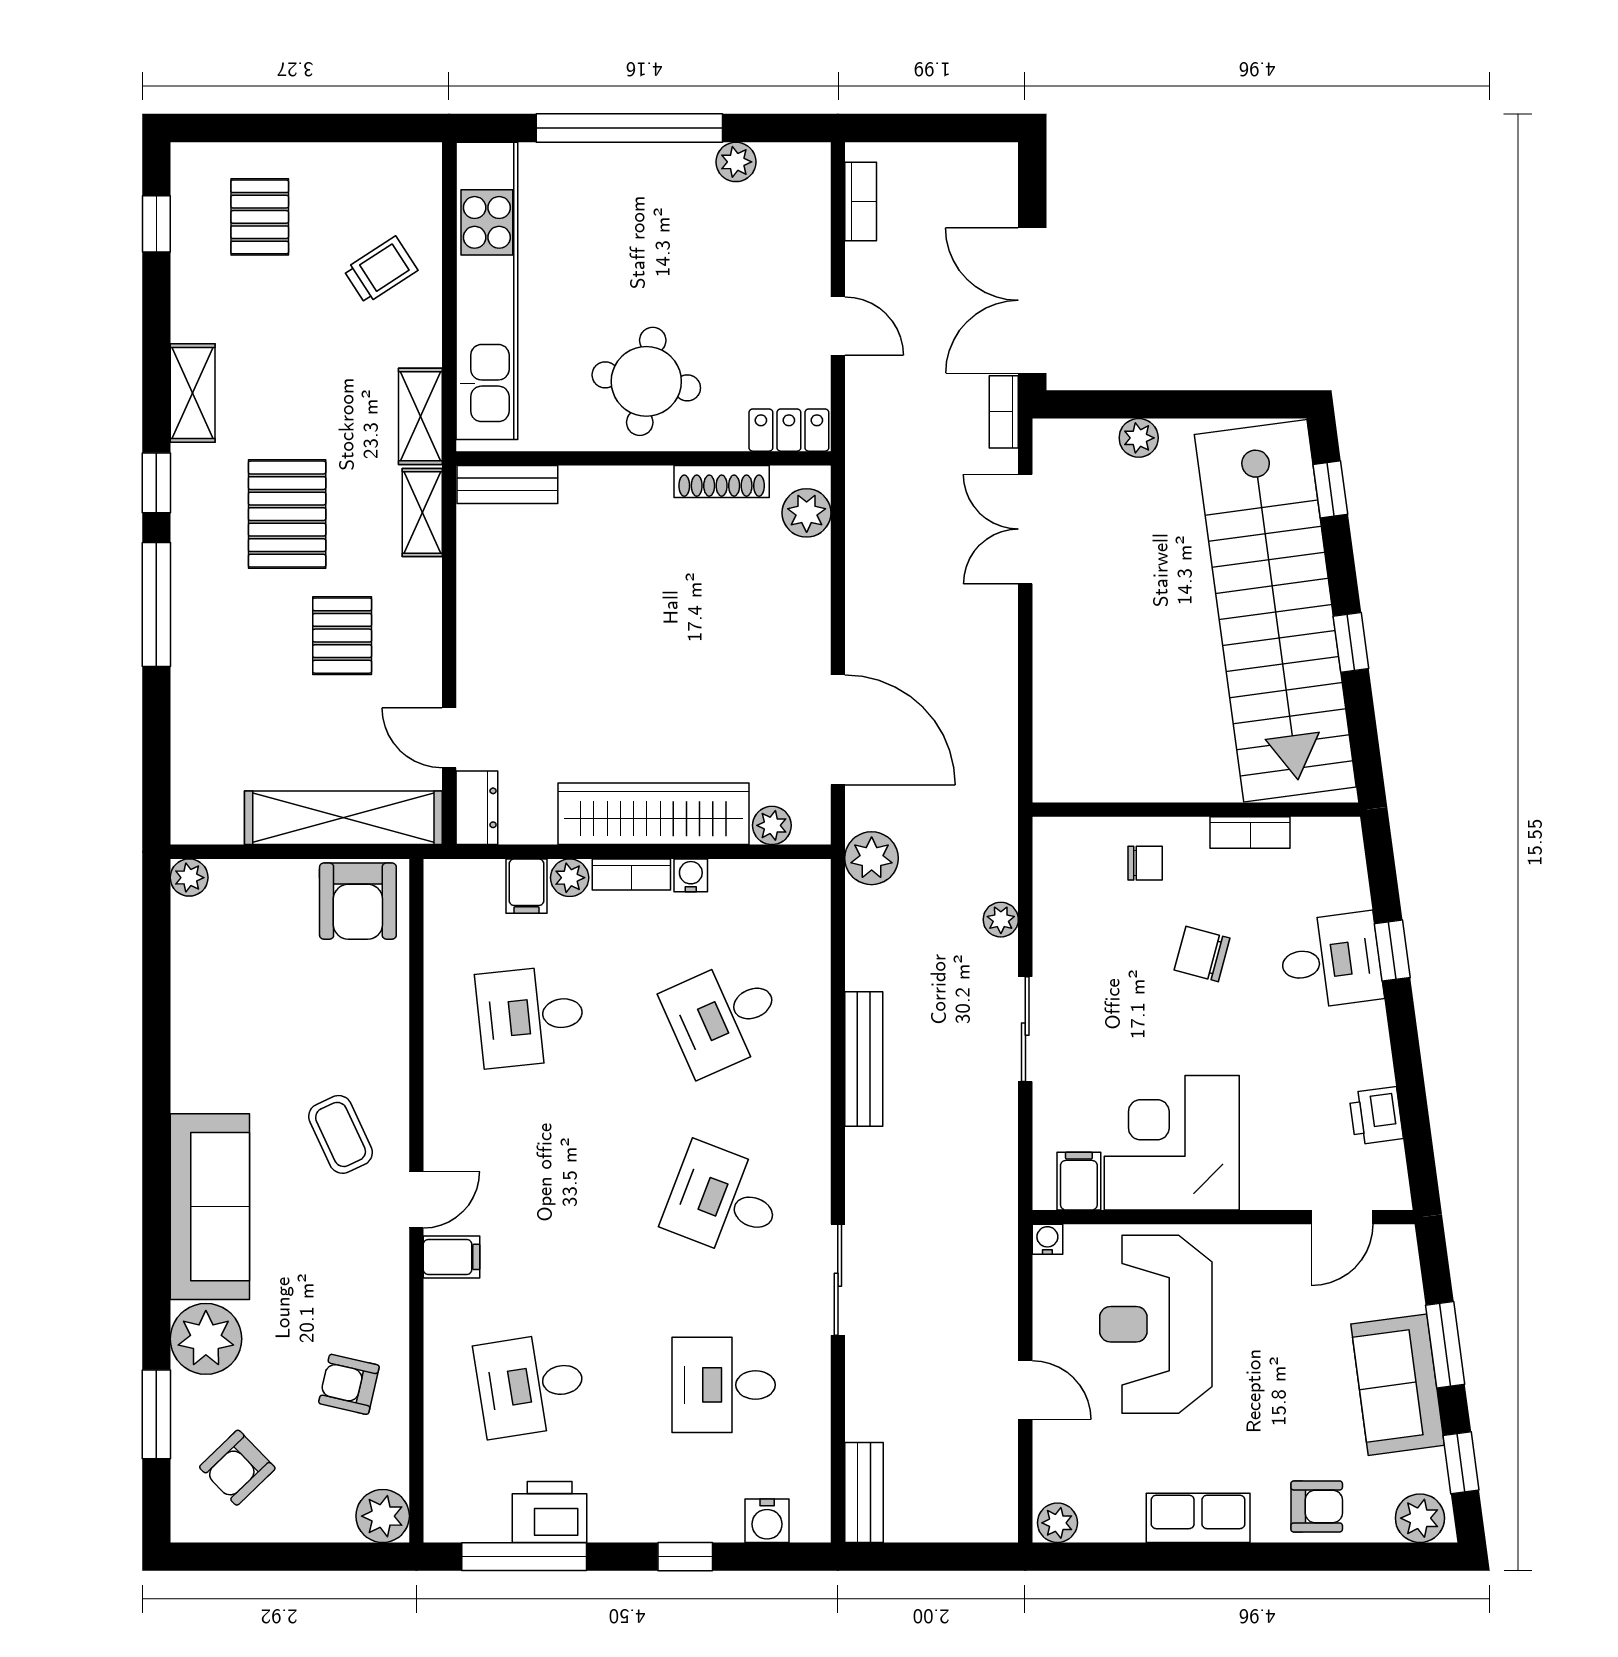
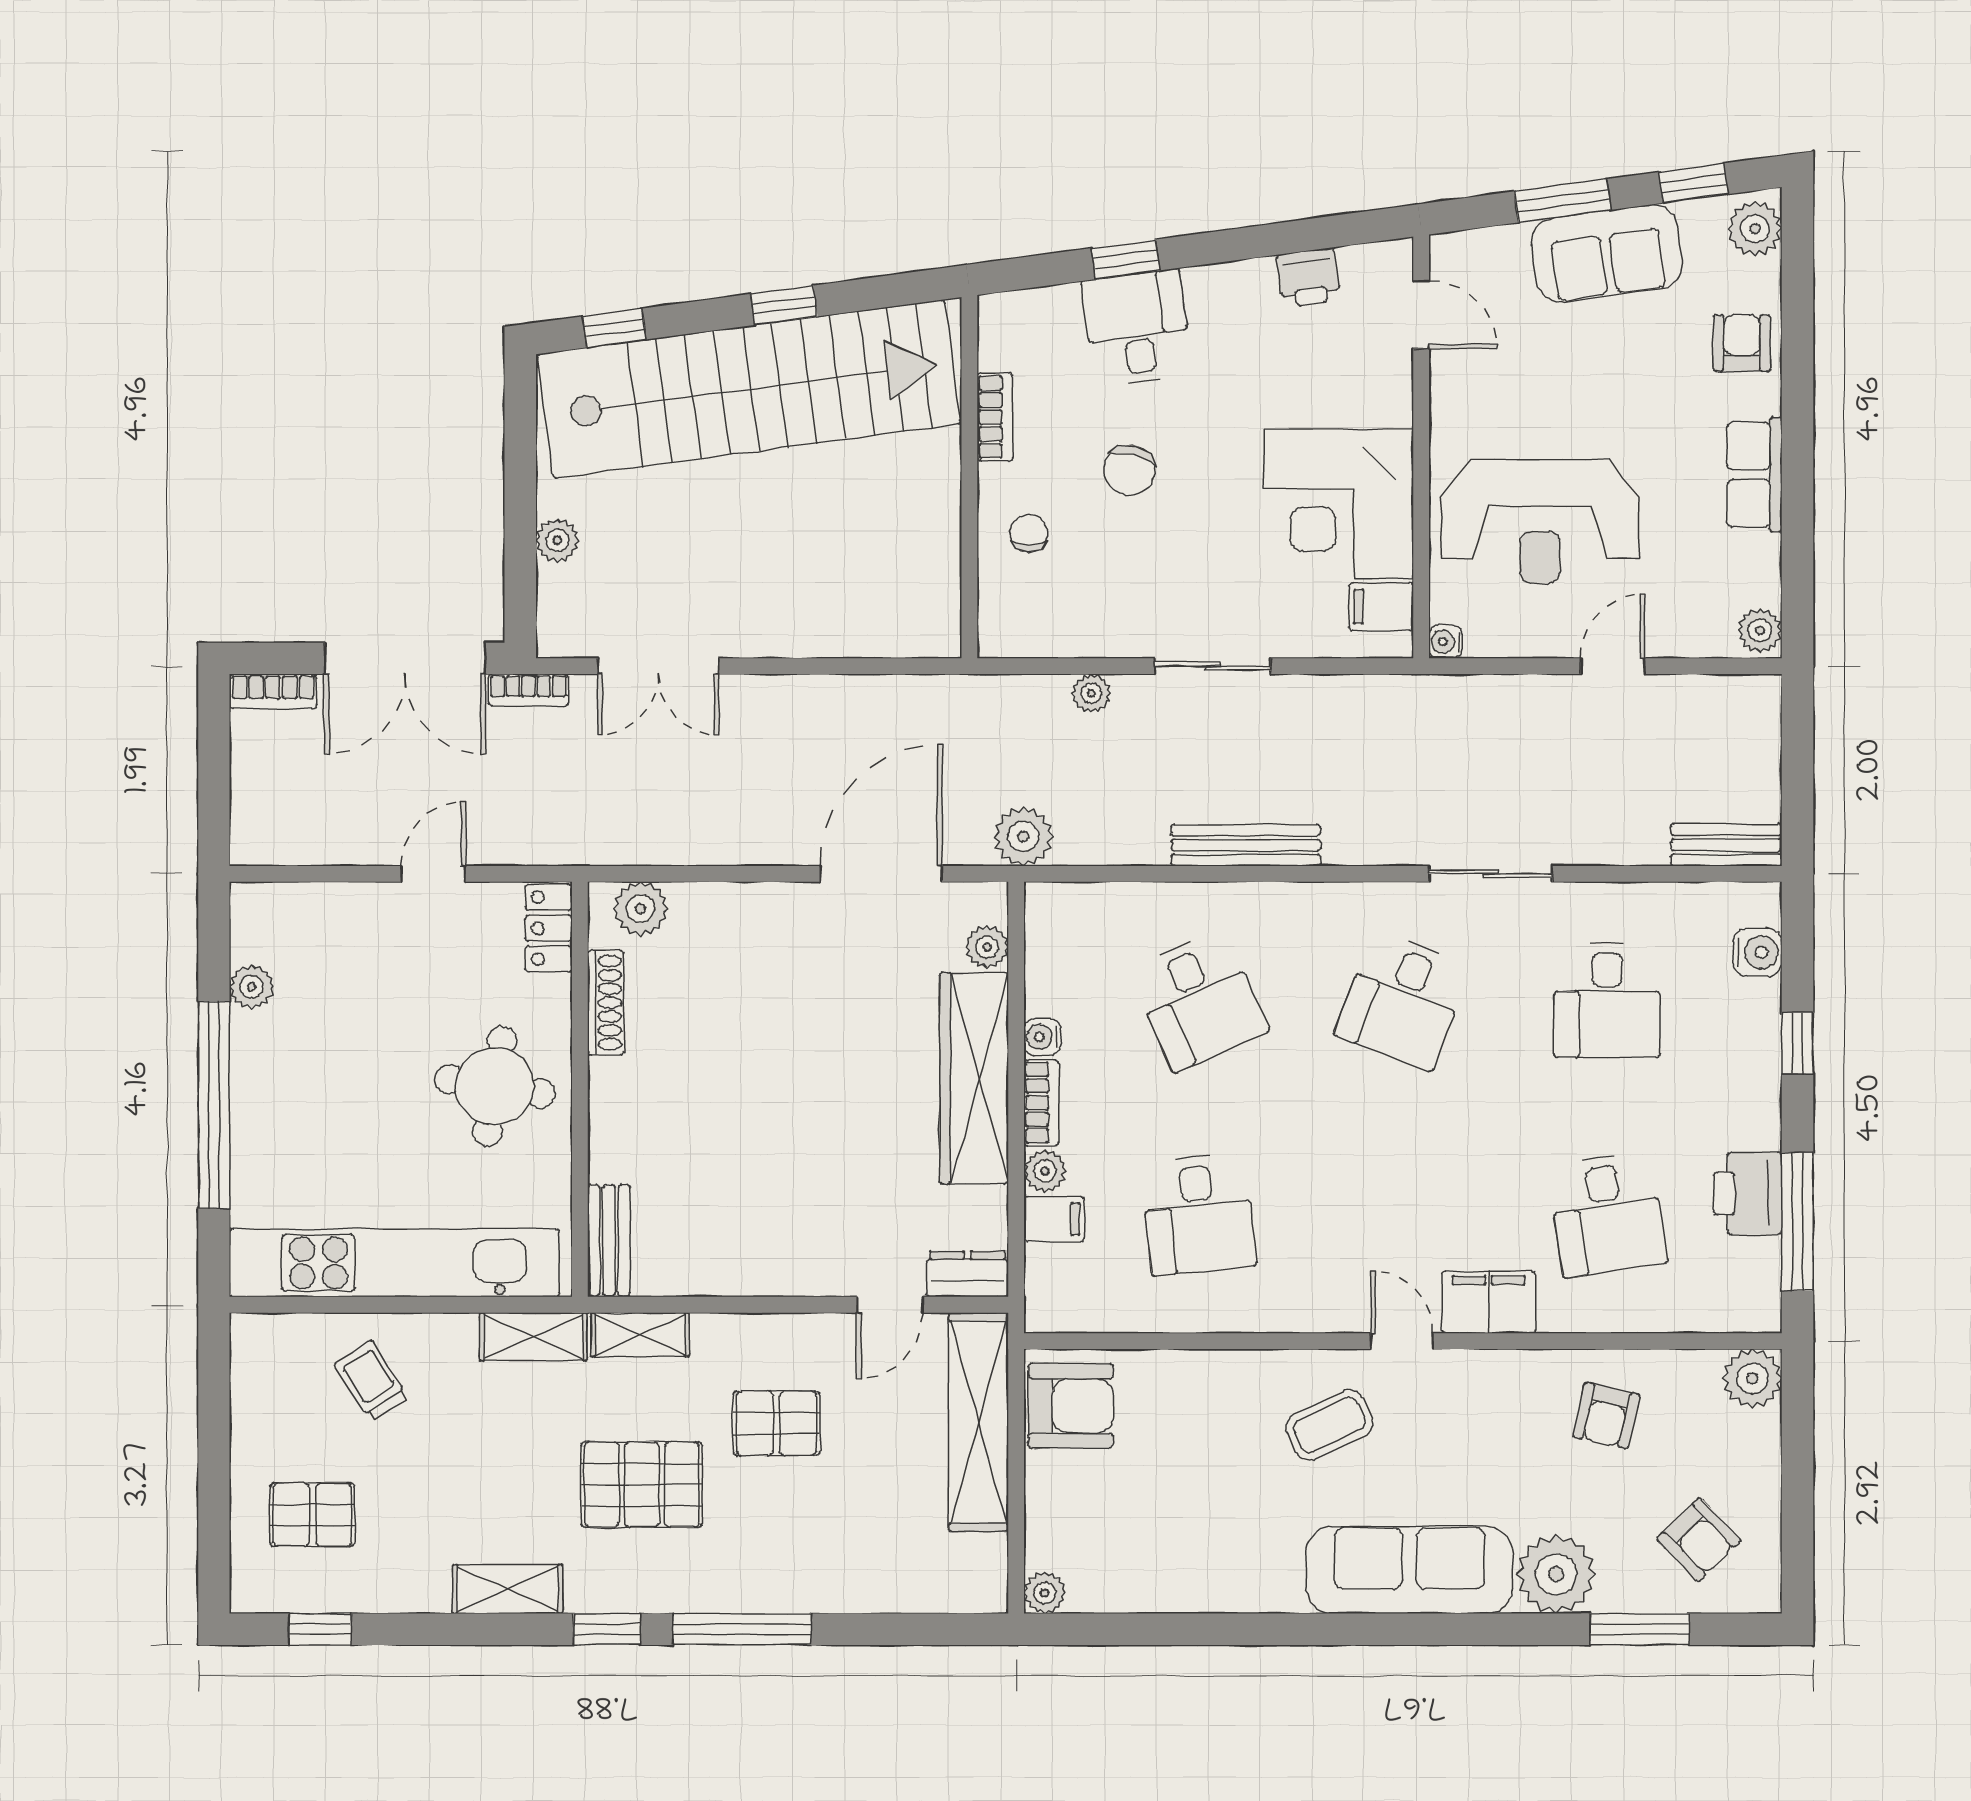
bookcase: (861, 202) -> (273, 691), moved, turned 180
filing cabinet: (451, 1257) -> (1489, 1302), width x2.00

